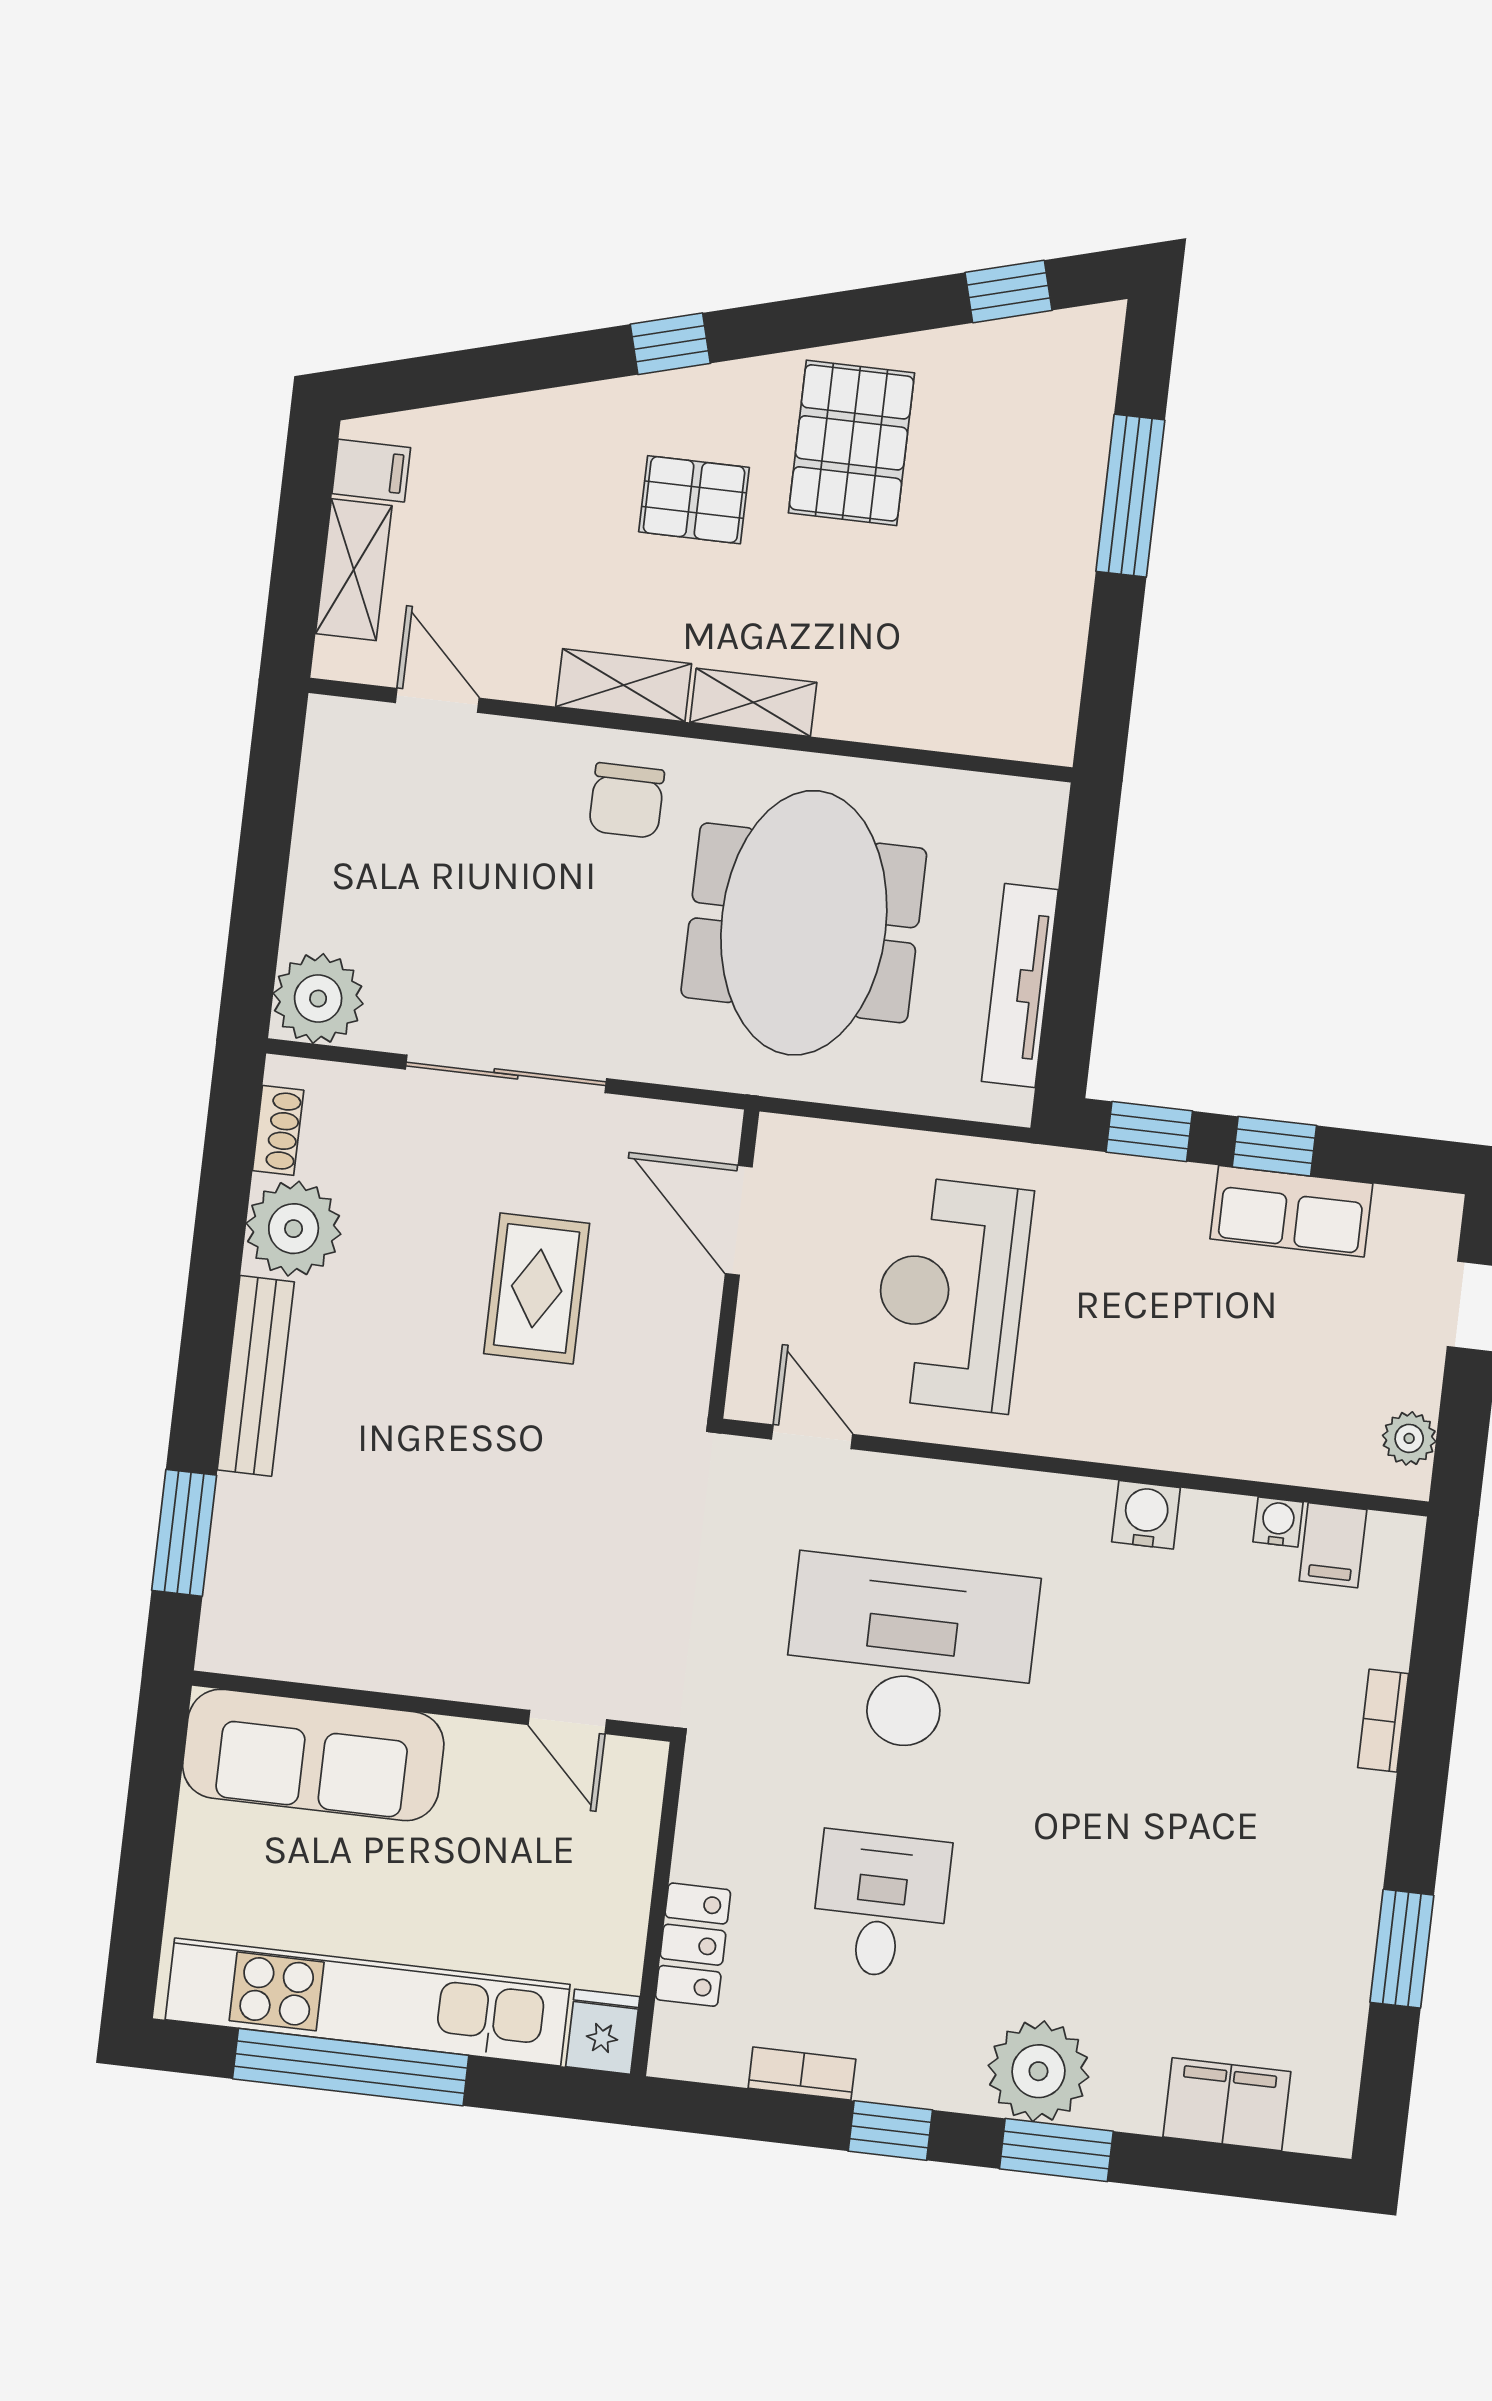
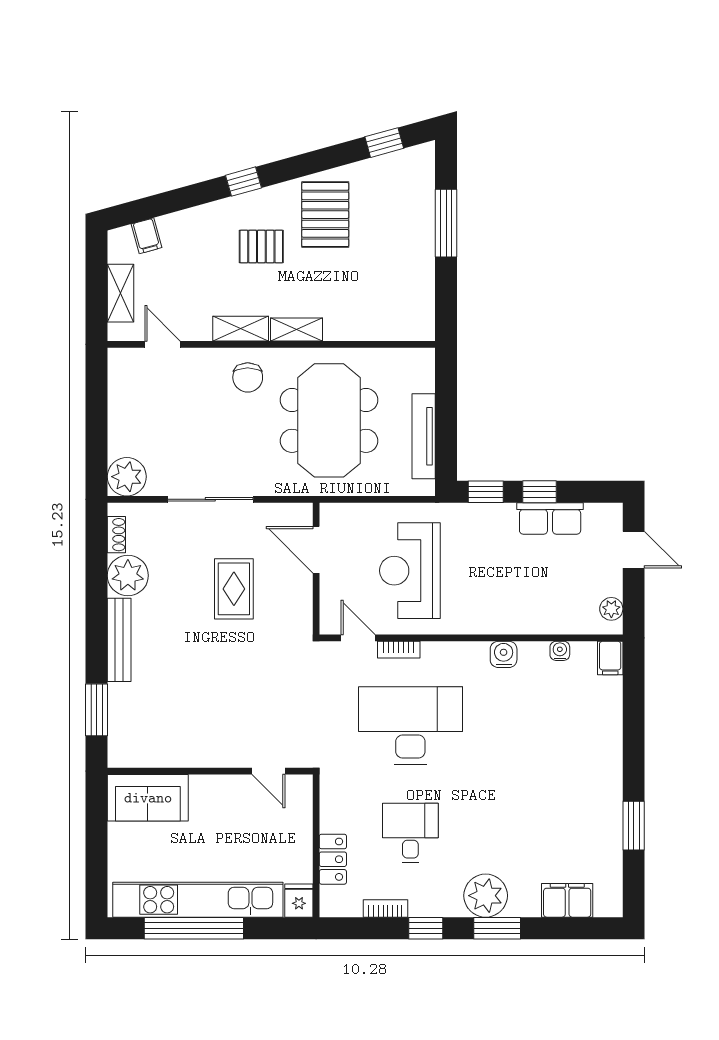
filing cabinet: (371, 471) -> (147, 236), moved, turned 75
filing cabinet: (1333, 1545) -> (610, 658), moved
bookcase: (1383, 1721) -> (399, 650), moved, turned -90
sofa: (313, 1755) -> (148, 798), width x0.73

